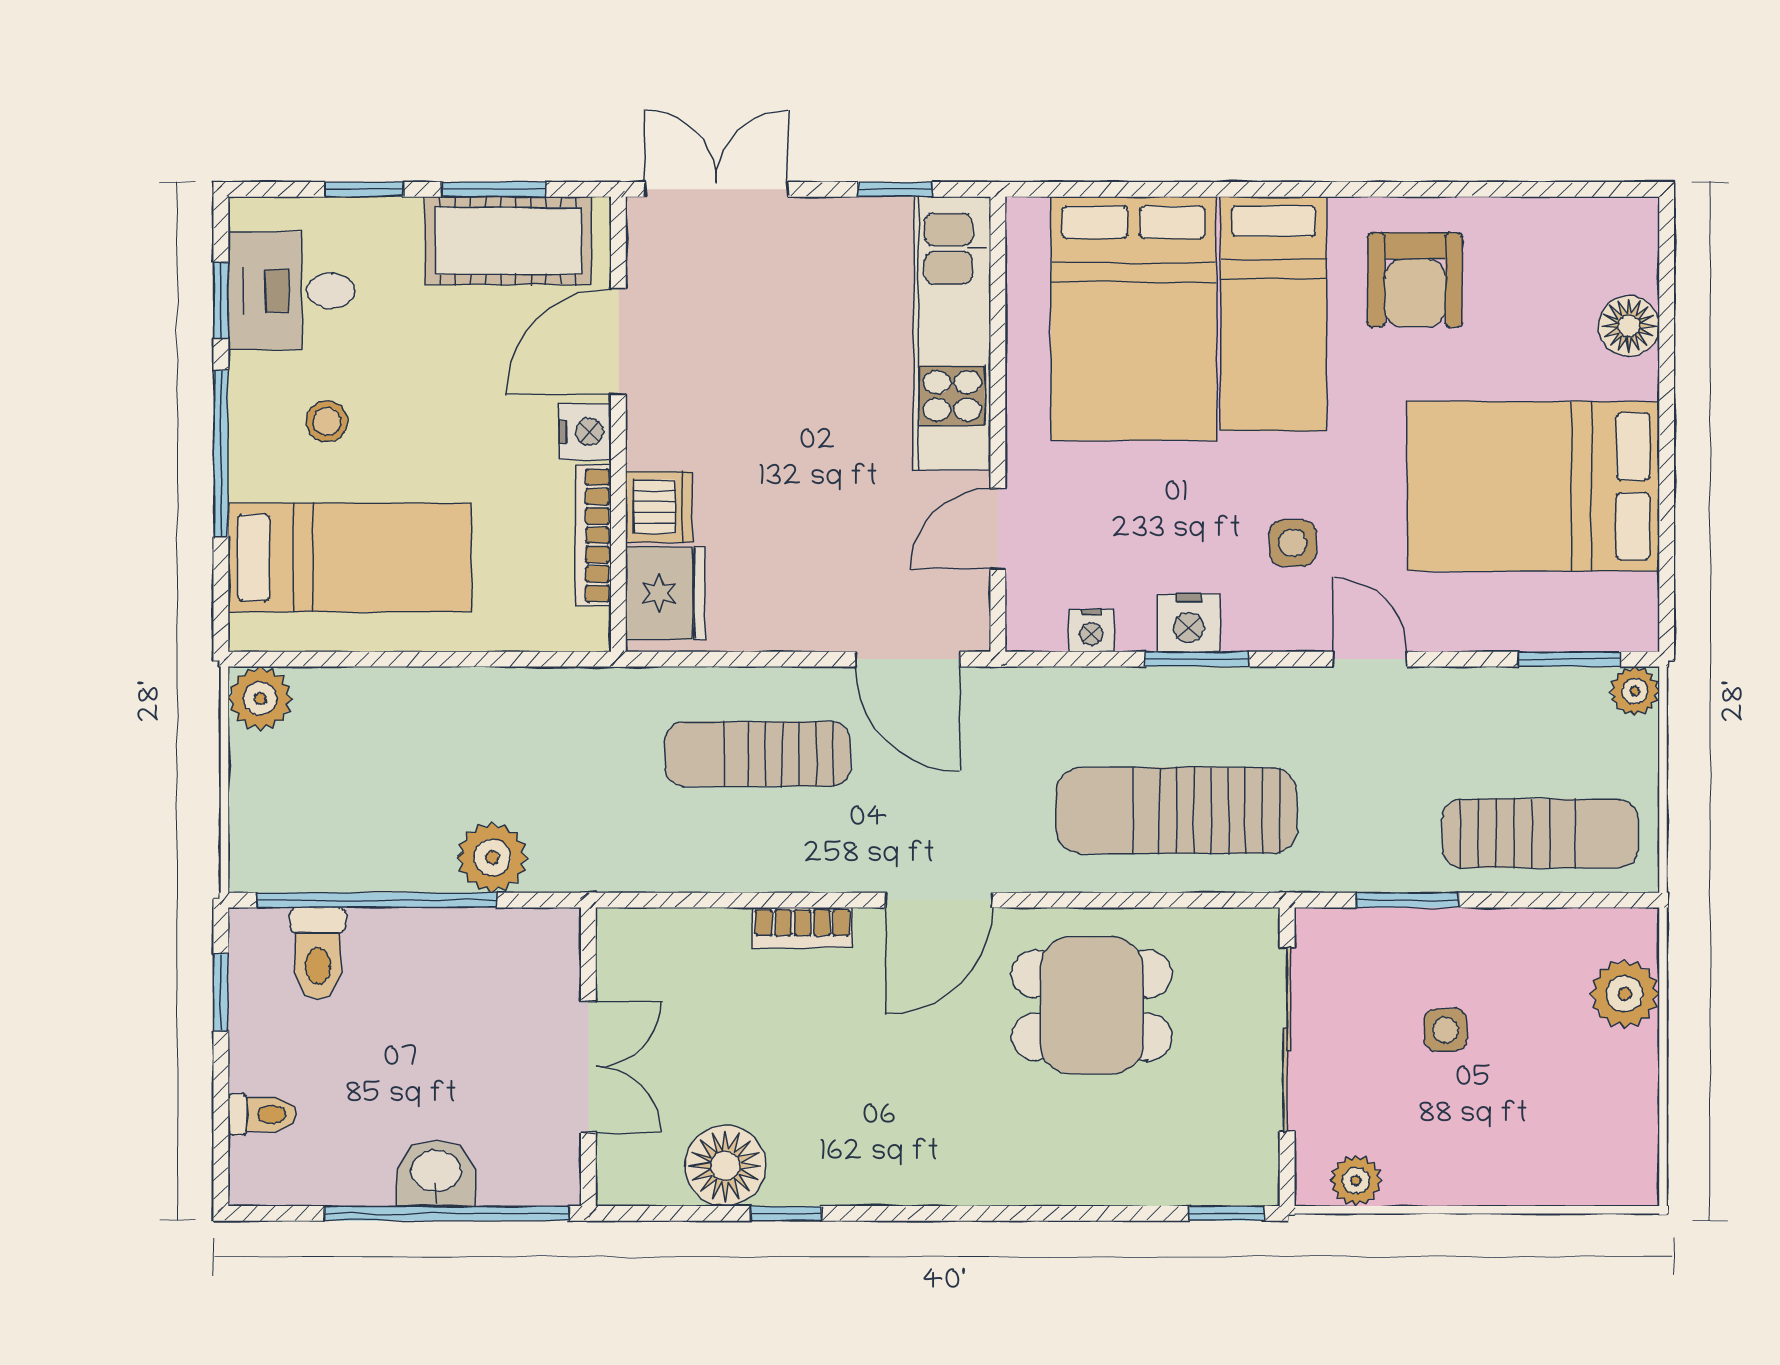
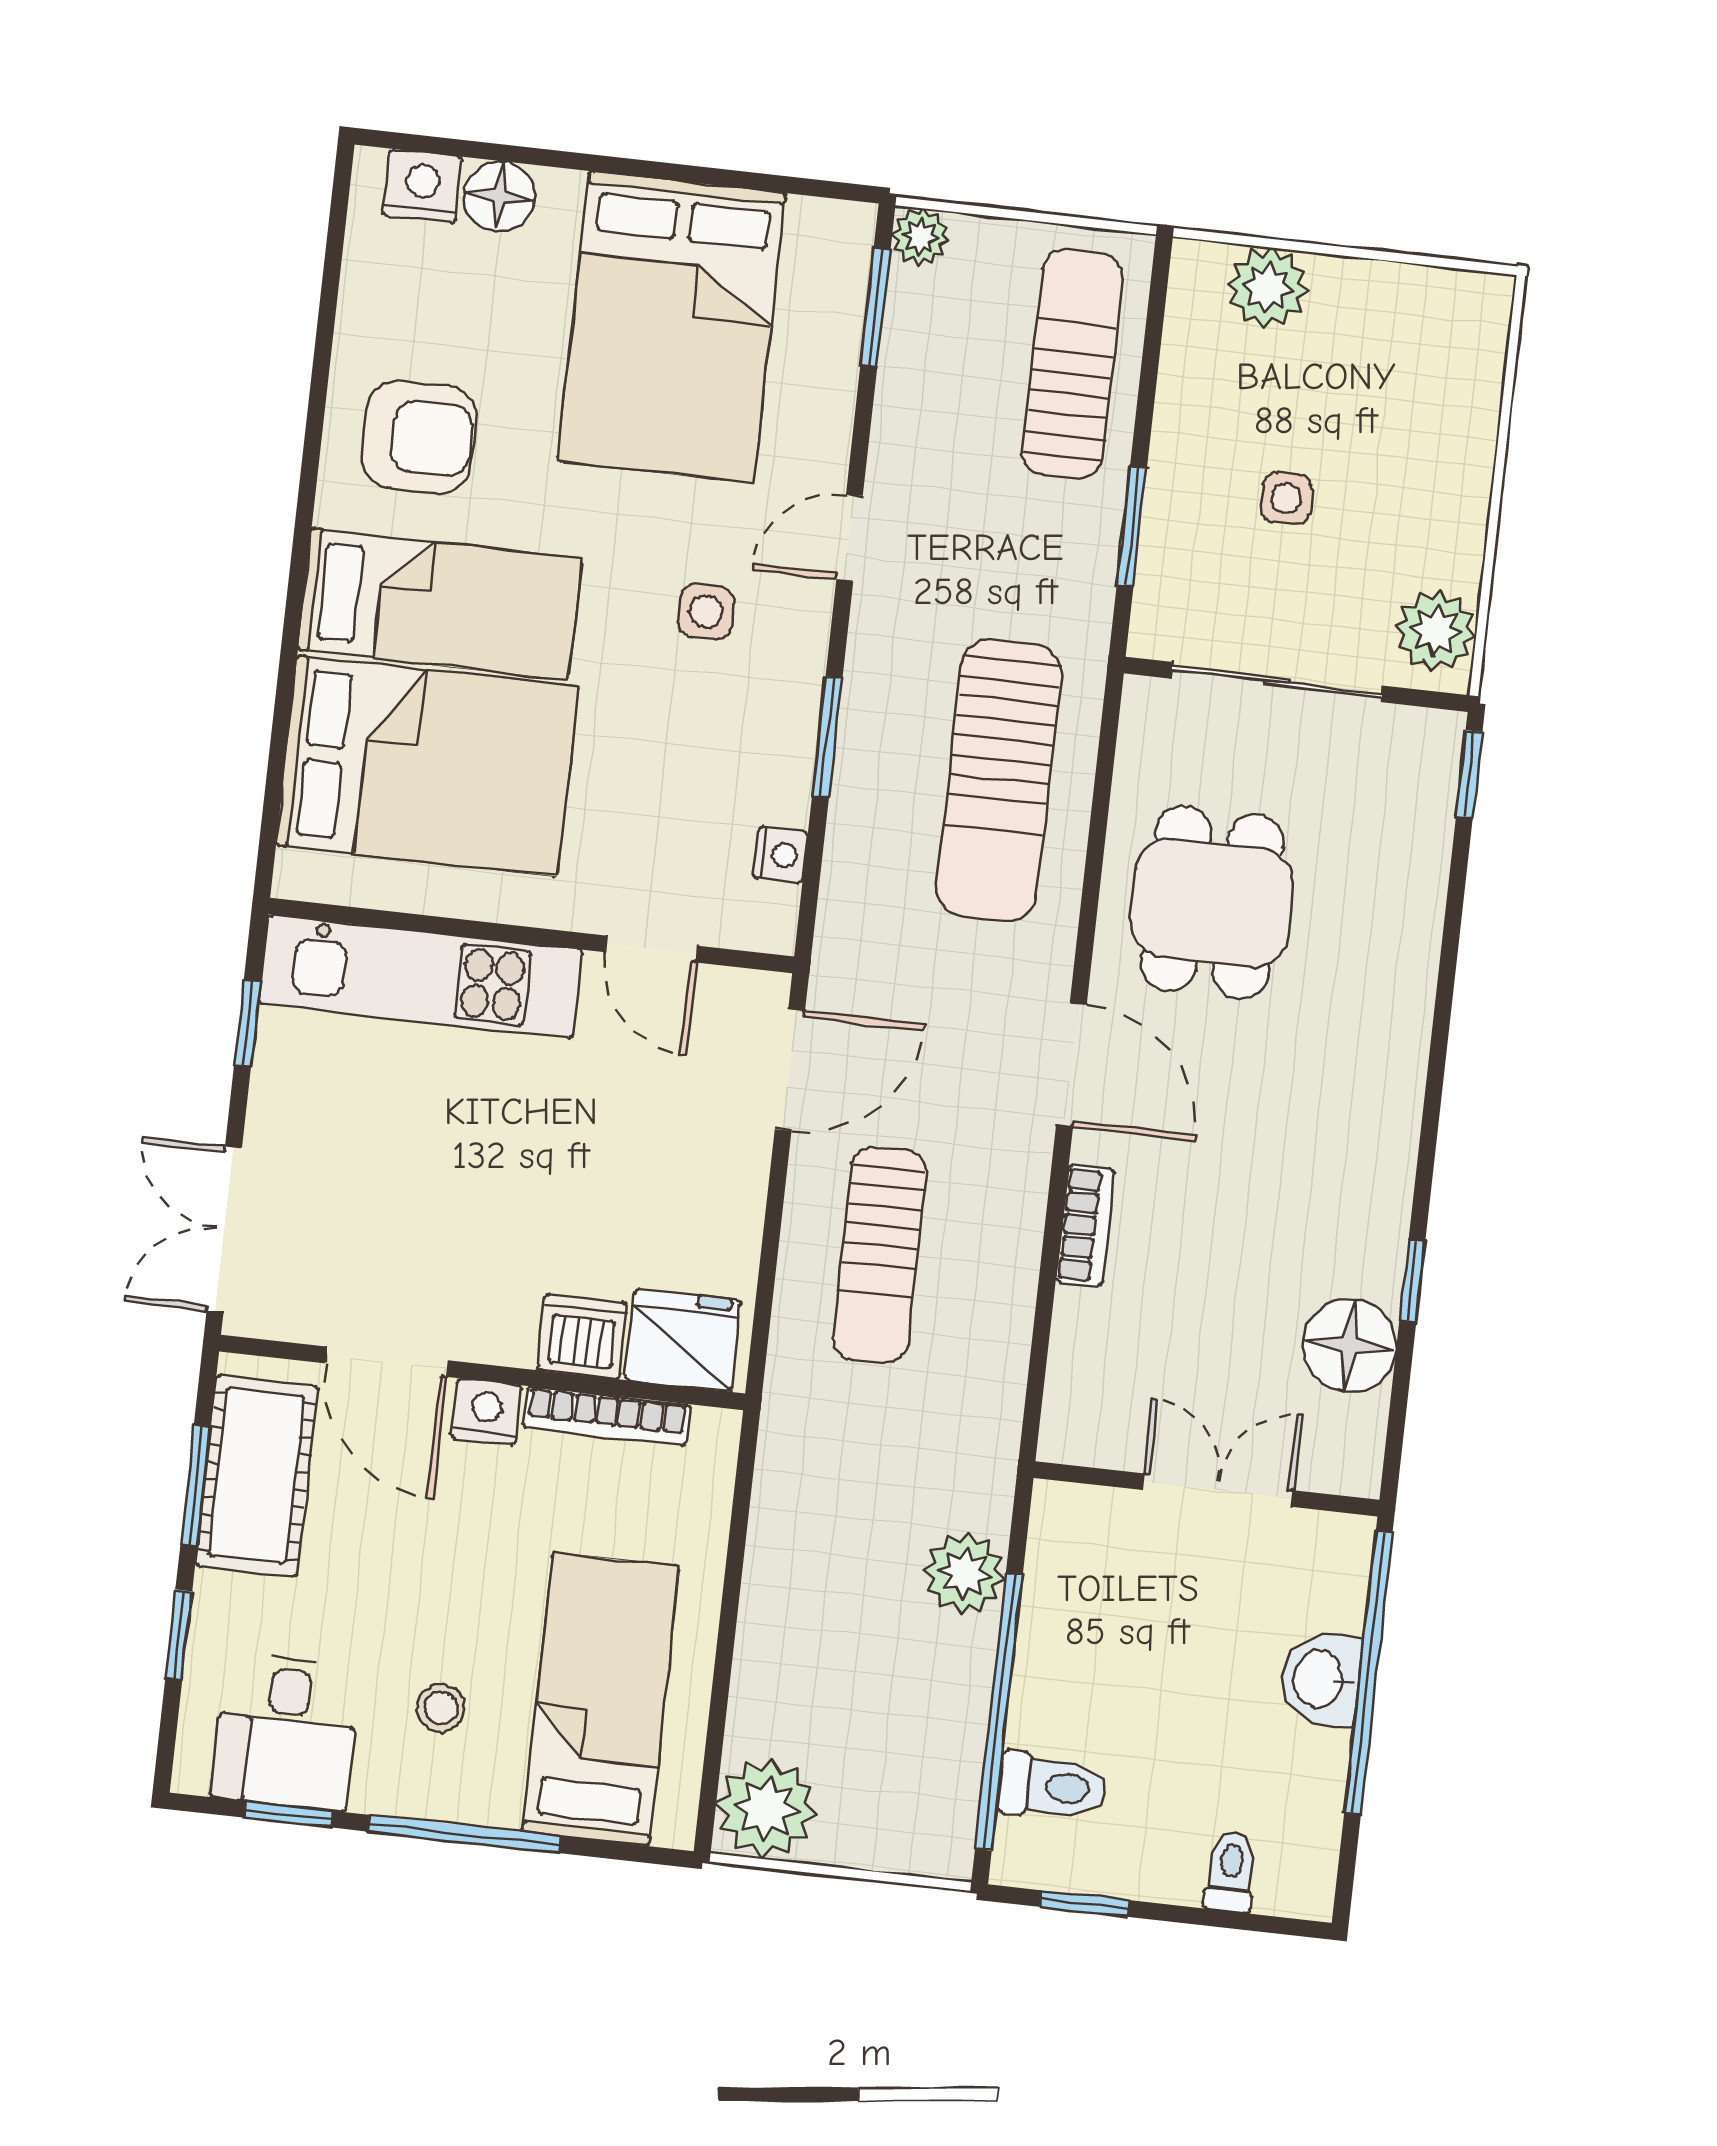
nightstand: (1189, 623) -> (423, 186), moved, turned -90
plant: (260, 698) -> (766, 1809), width x1.36, depth x1.36
plant: (1356, 1181) -> (1436, 631), width x1.38, depth x1.38

